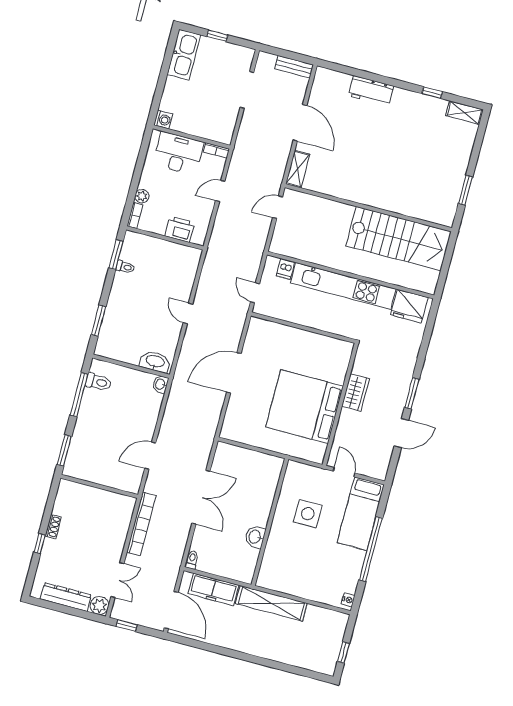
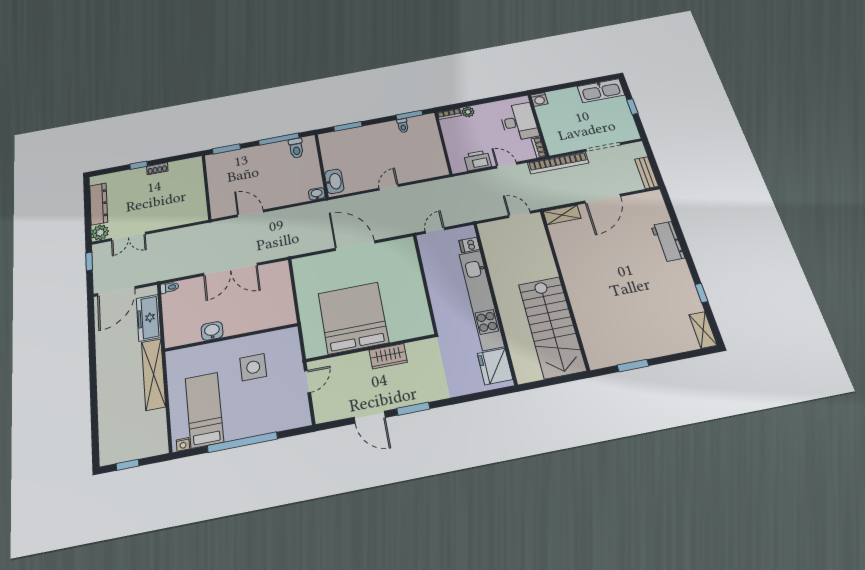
printer: (180, 229) -> (477, 160), moved, turned -90
bed: (361, 514) -> (204, 410), moved, turned 90
bookcase: (141, 524) -> (558, 163), moved

